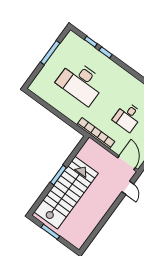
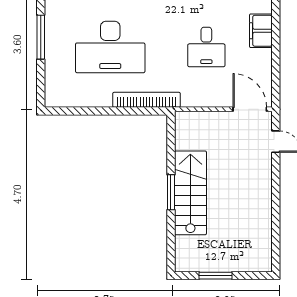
bookcase: (96, 133) -> (147, 100), moved
stairs: (66, 193) -> (190, 193), width x0.73, depth x0.66

